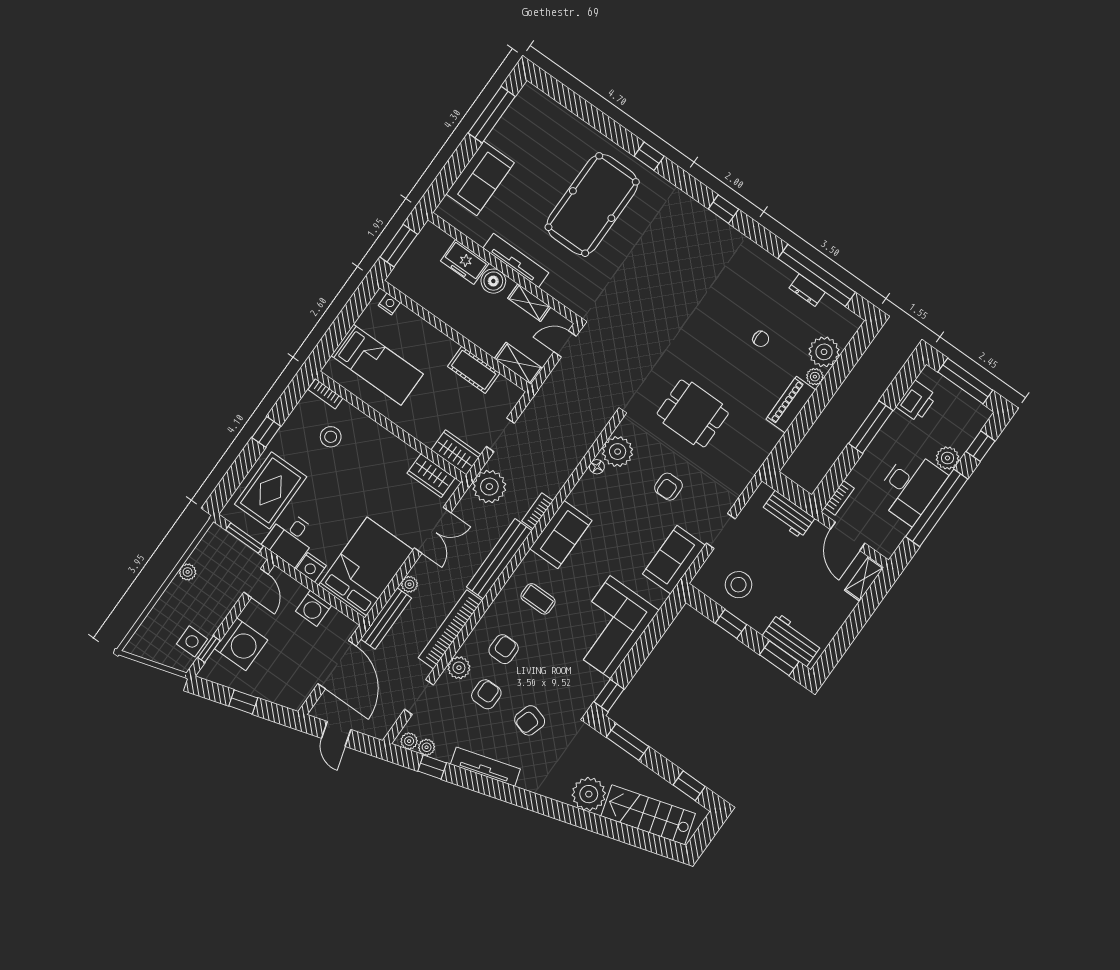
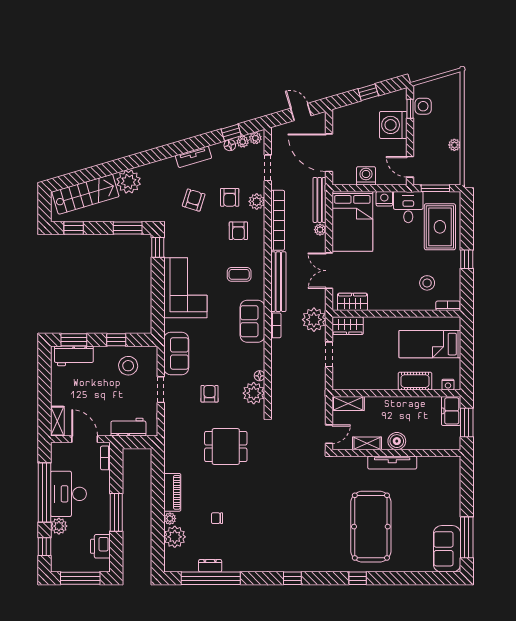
sofa: (480, 178) -> (447, 549), moved
freezer: (465, 262) -> (451, 411), moved, turned -90
cot: (474, 370) -> (415, 381), moved
floor lamp: (444, 754) -> (230, 145), added
tv unit: (485, 767) -> (193, 157), width x0.71

